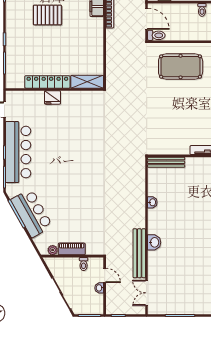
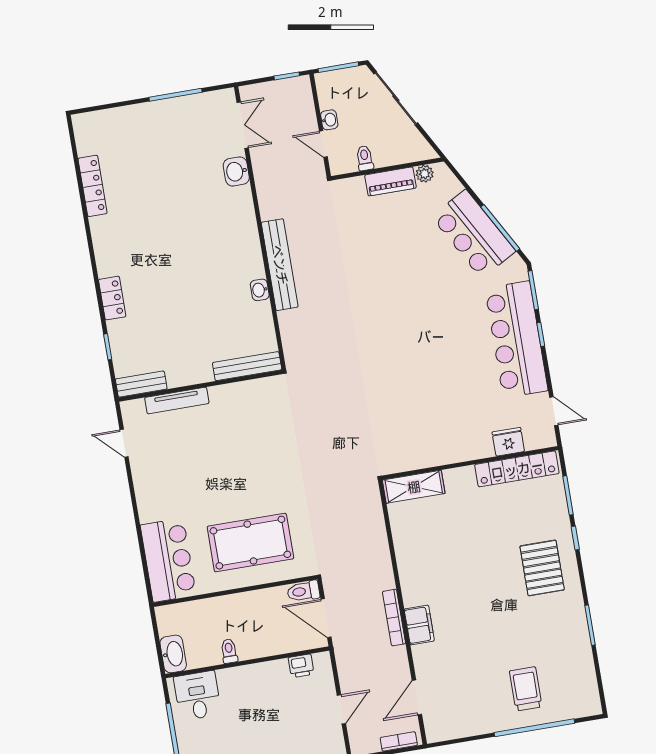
pallet: (47, 15) -> (542, 568), moved, turned 90
locker: (47, 82) -> (517, 469), moved
fridge: (52, 97) -> (508, 442), moved
washbasin: (154, 242) -> (236, 171), moved
bench: (139, 253) -> (280, 265), moved

